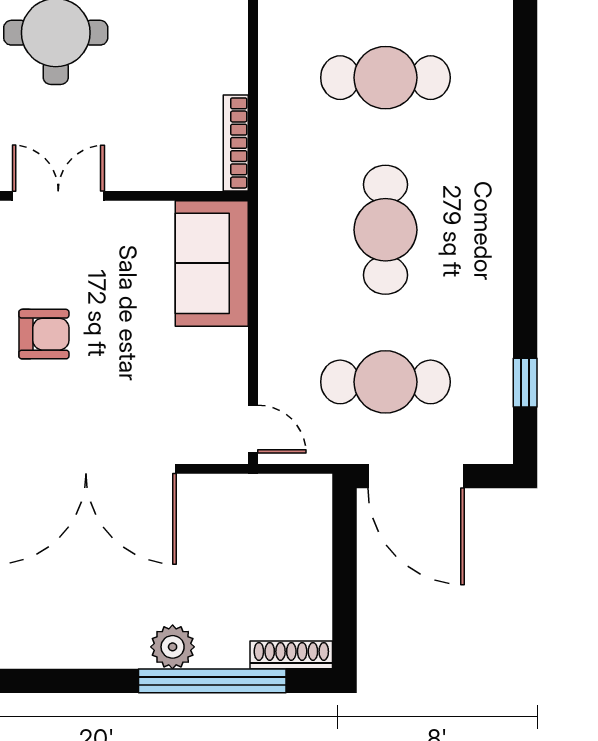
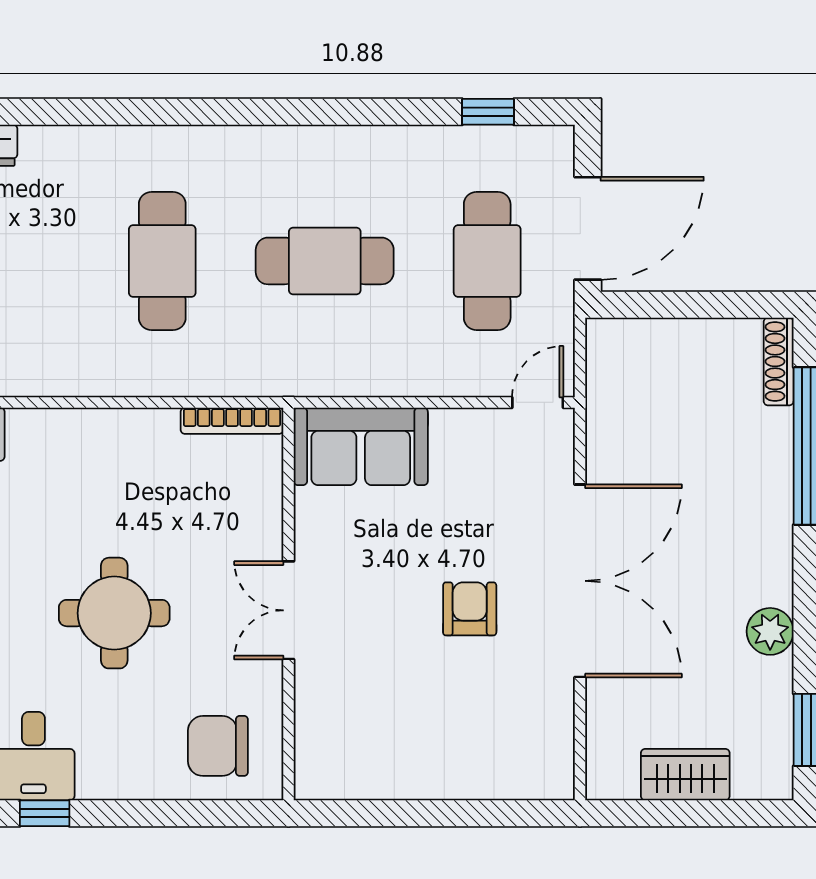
armchair: (44, 334) -> (470, 609), moved
plant: (173, 647) -> (770, 631), moved

